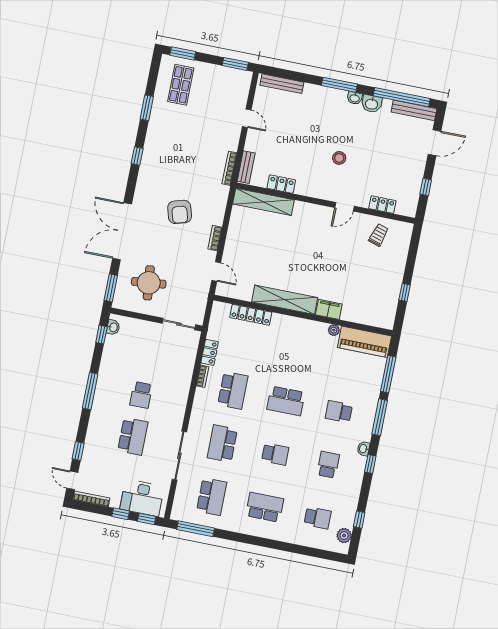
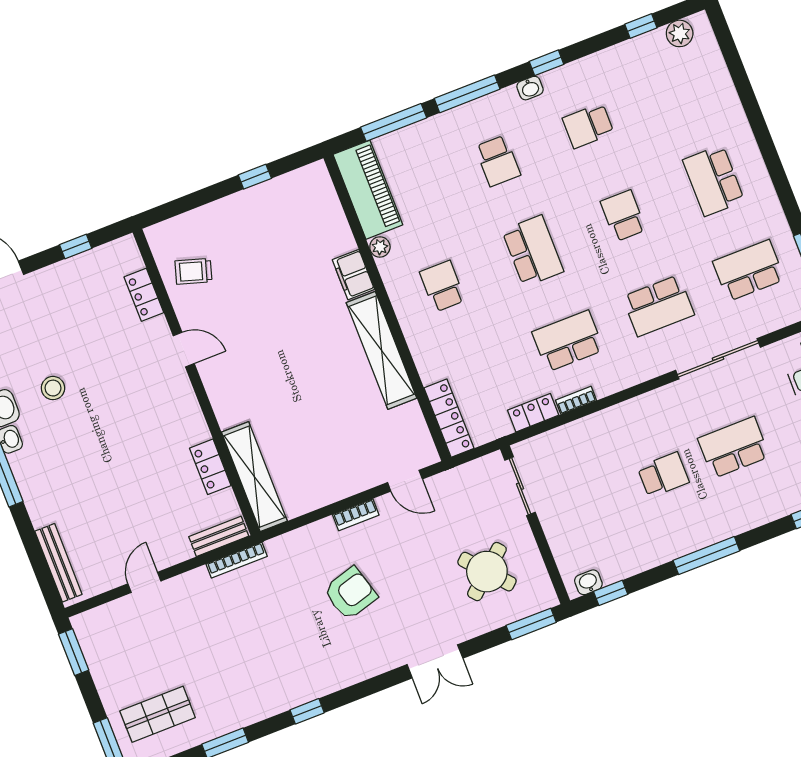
stool: (339, 158) -> (53, 388), moved
double door: (122, 231) -> (435, 661), width x0.54
door: (216, 272) -> (405, 481), swing flipped
round table: (149, 283) -> (487, 572), turned -35
locker: (251, 315) -> (449, 418), moved
school desk: (318, 518) -> (442, 286), moved

